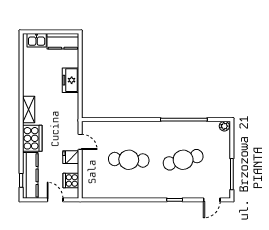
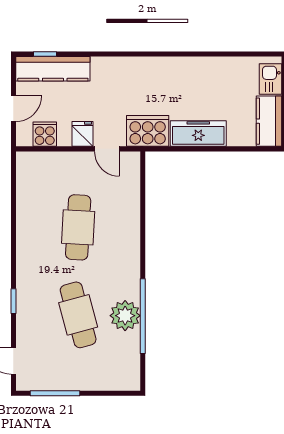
freezer: (70, 80) -> (198, 134), width x1.40
shelving: (29, 109) -> (159, 66), removed
plant: (224, 126) -> (125, 316), moved, width x1.88, depth x1.88
cooker: (32, 138) -> (148, 131), moved, turned 180
door: (80, 142) -> (107, 149), hinge flipped

